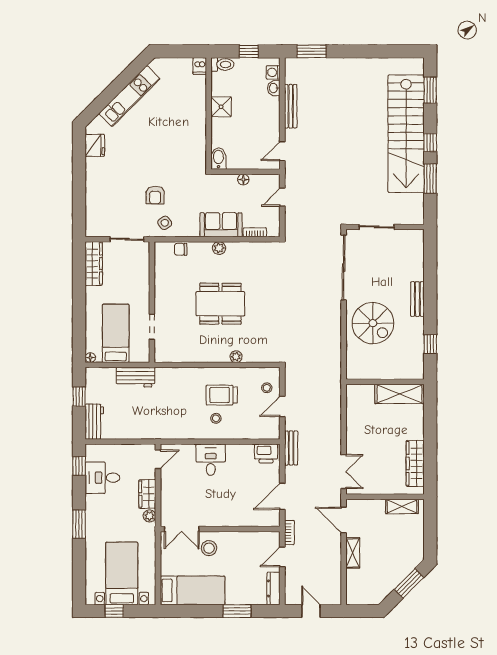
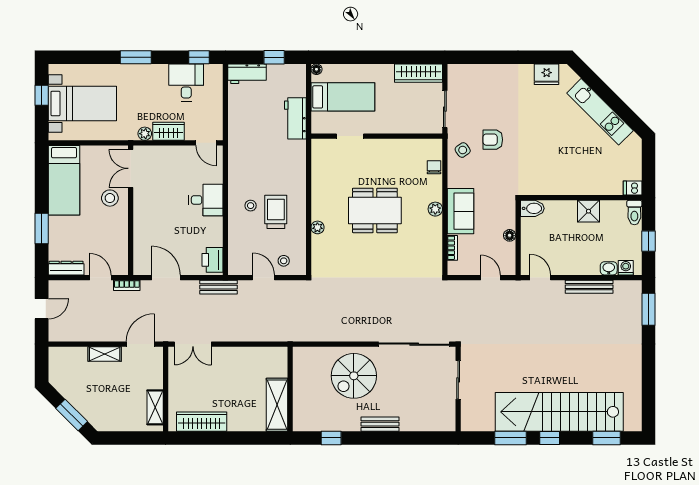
dining table: (220, 304) -> (375, 210), turned 90

